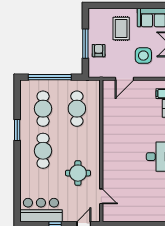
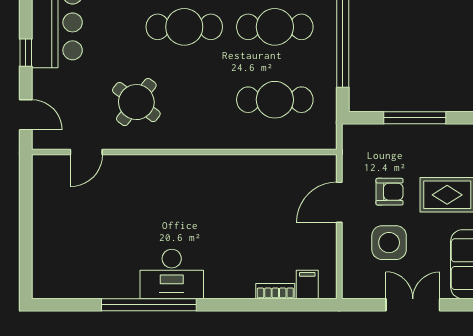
armchair: (99, 51) -> (390, 192), moved
door: (125, 79) -> (339, 202), hinge flipped
round table: (78, 173) -> (136, 102), turned 37

